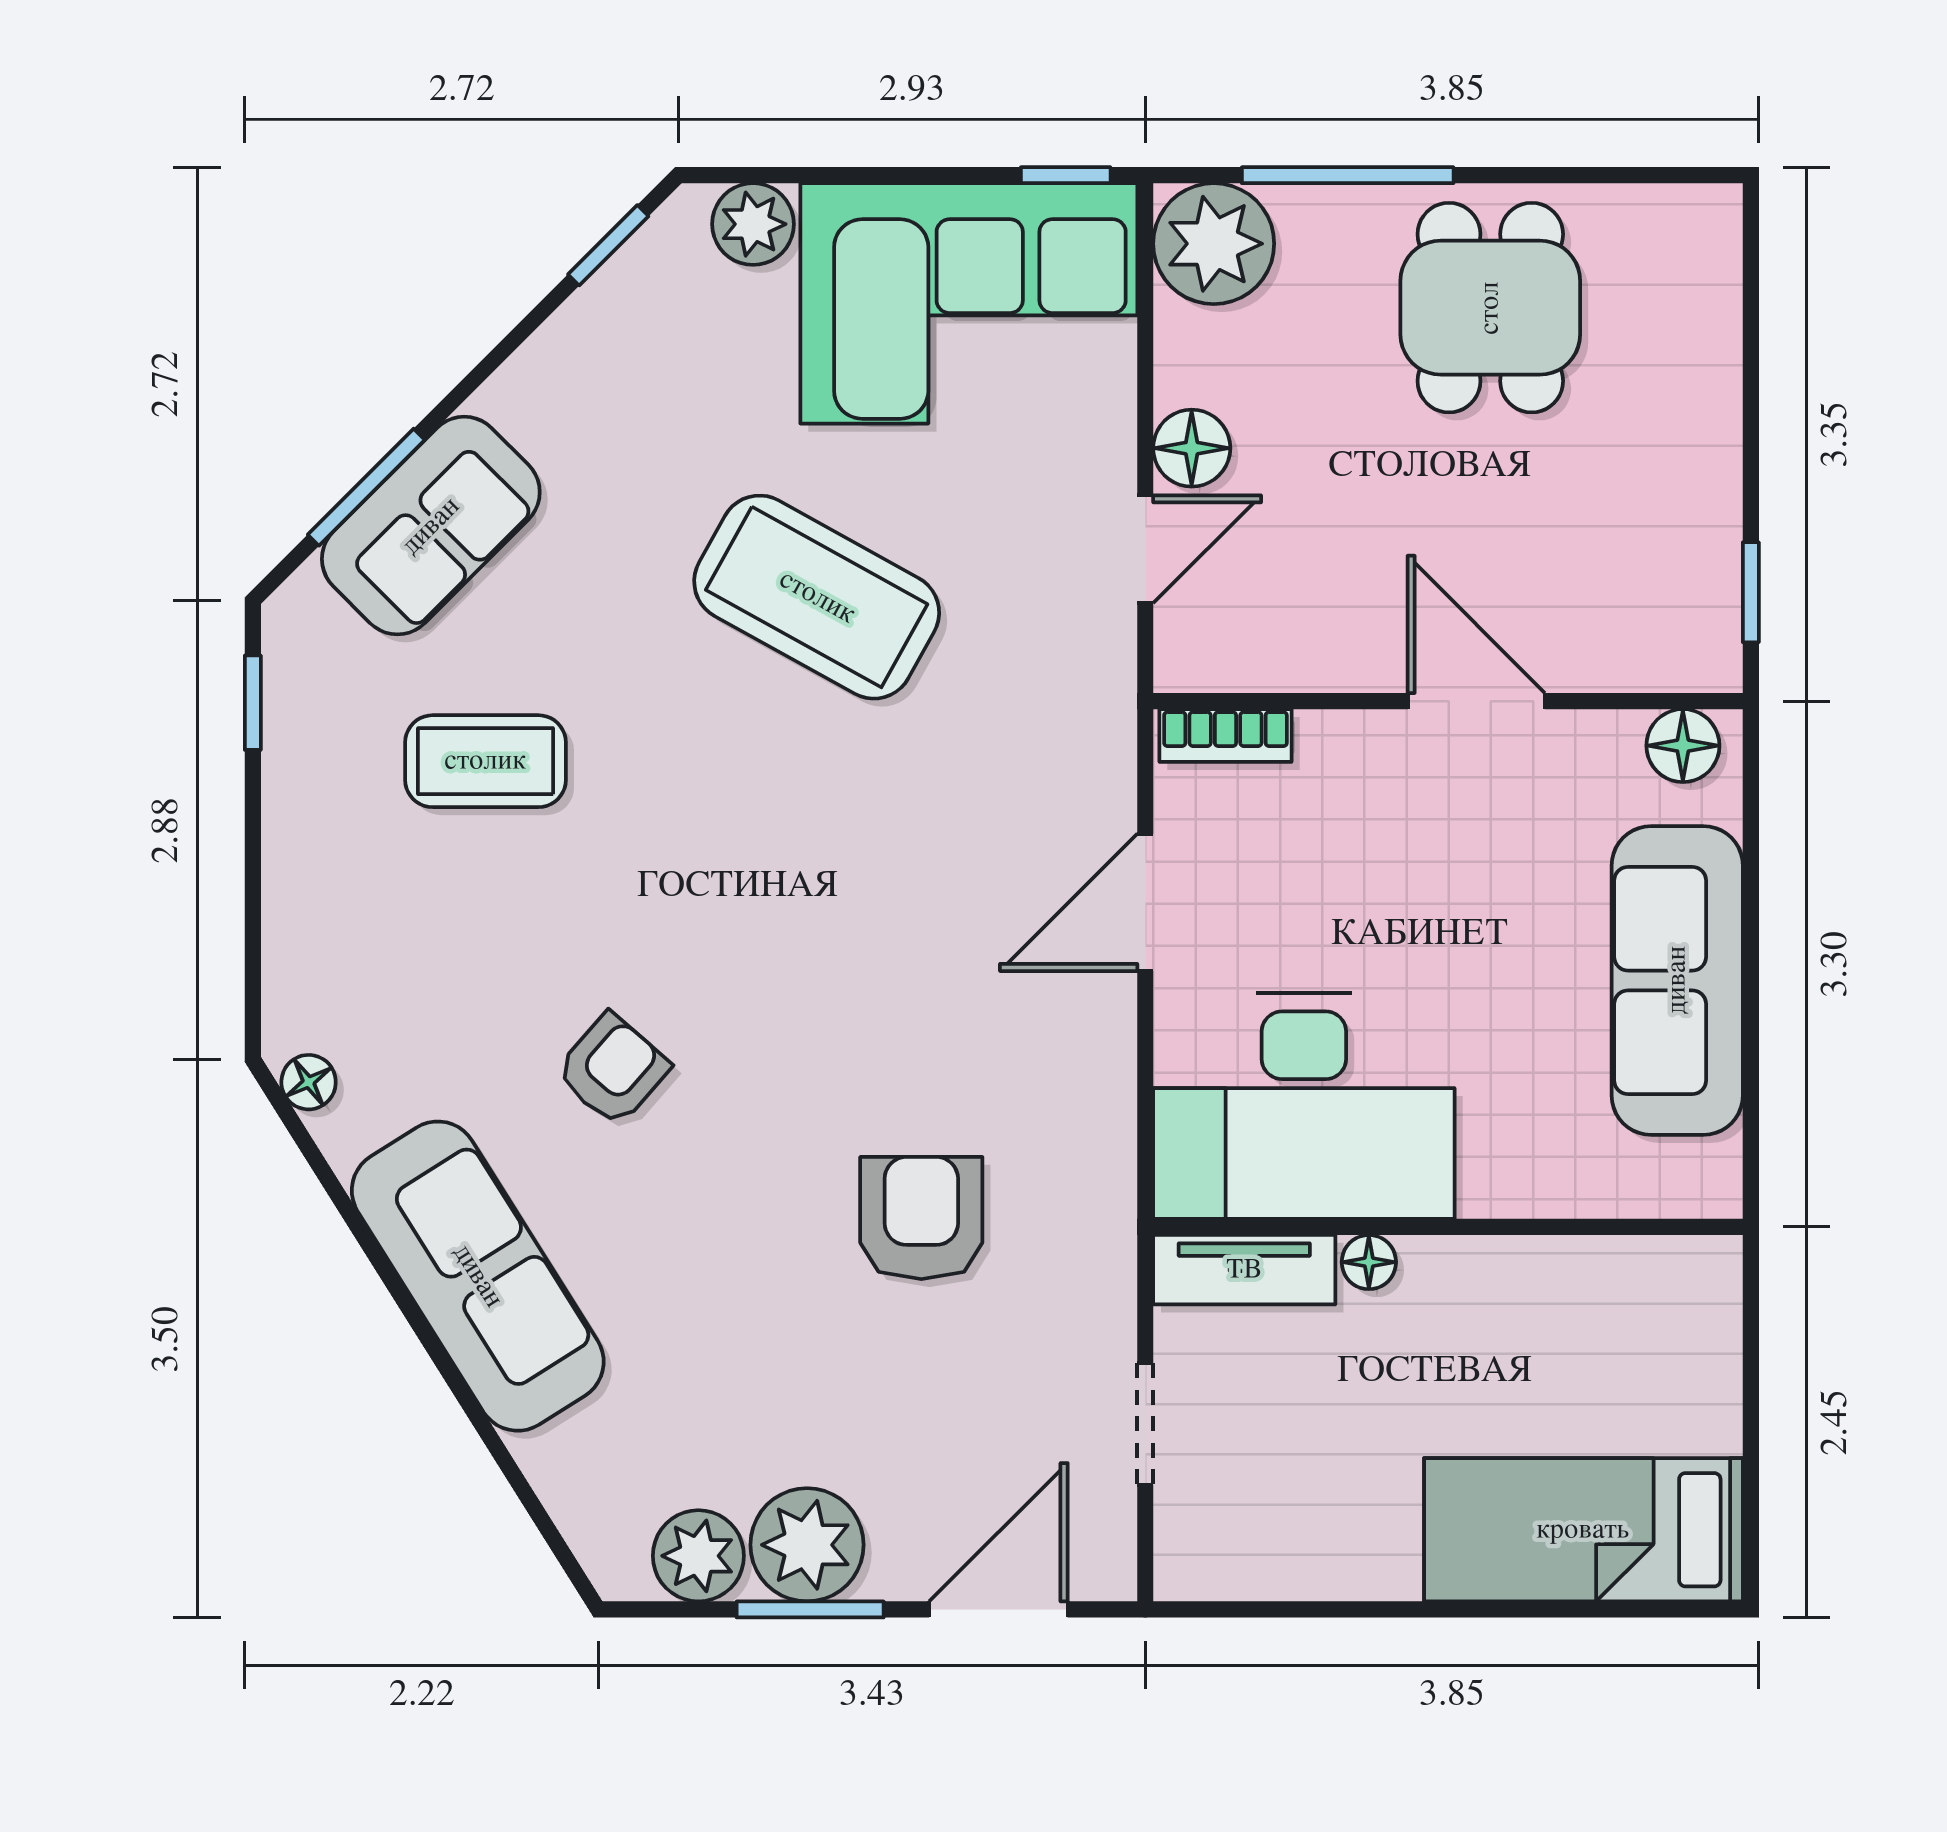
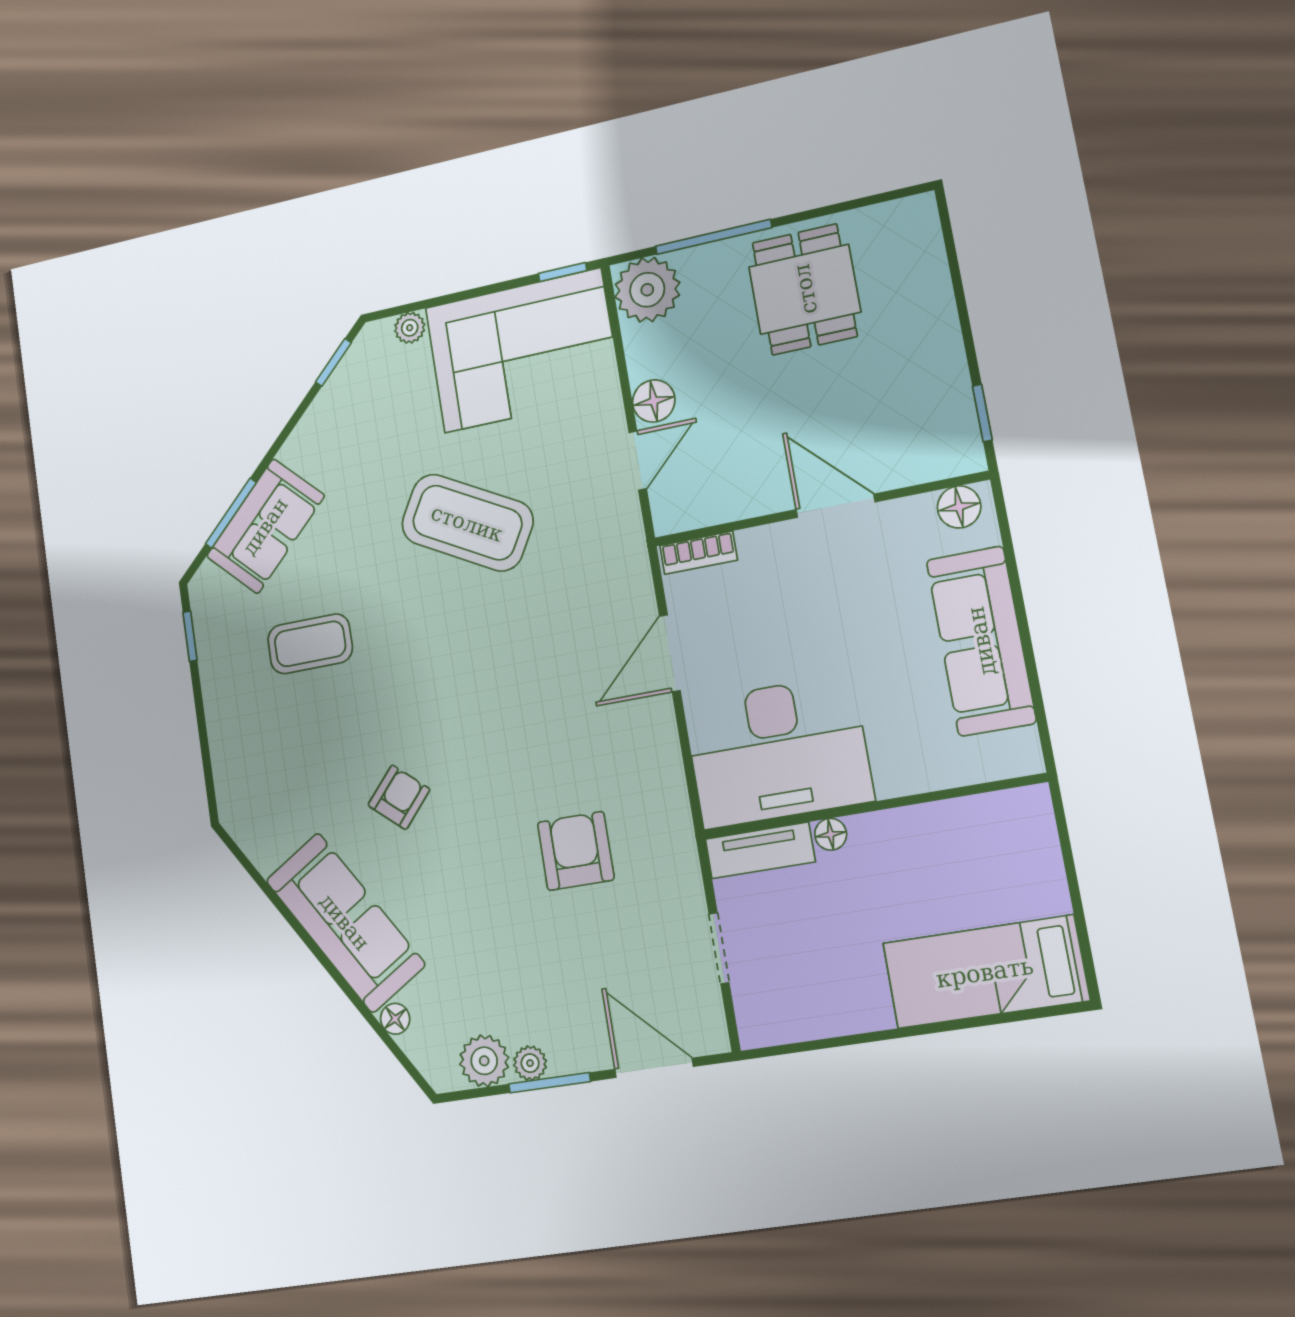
plant: (753, 224) -> (410, 328), width x0.73, depth x0.73
floor lamp: (309, 1082) -> (395, 1019), moved
plant: (807, 1545) -> (530, 1063), width x0.53, depth x0.53
door: (998, 1609) -> (654, 1068), hinge flipped

